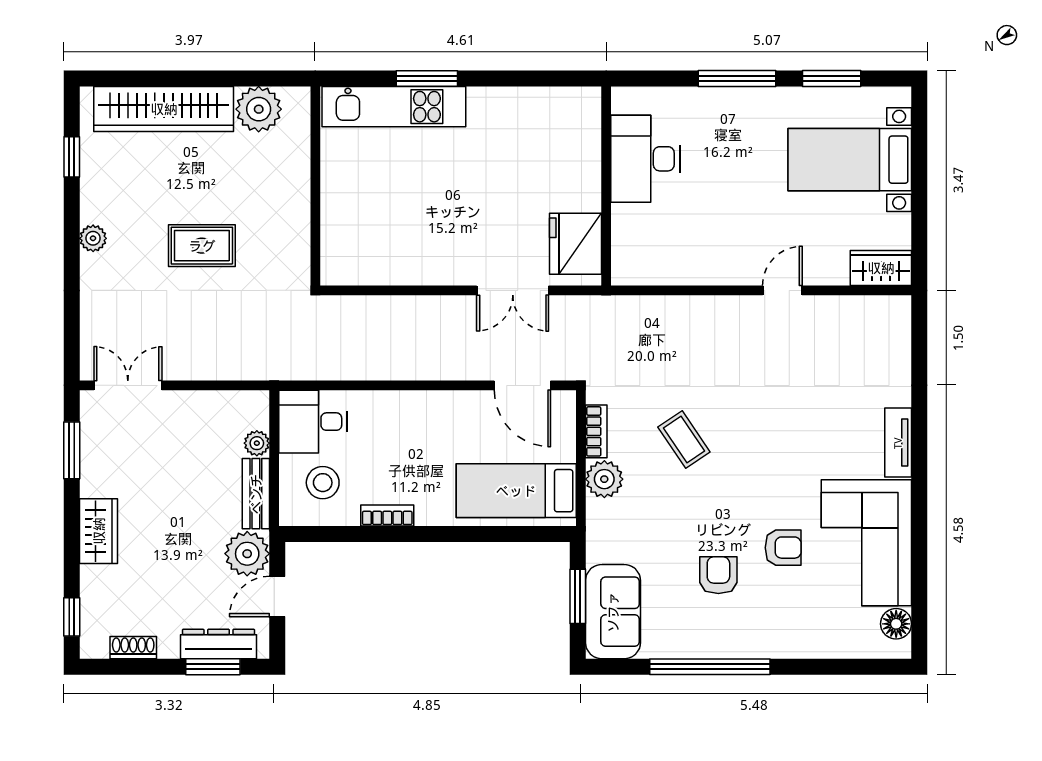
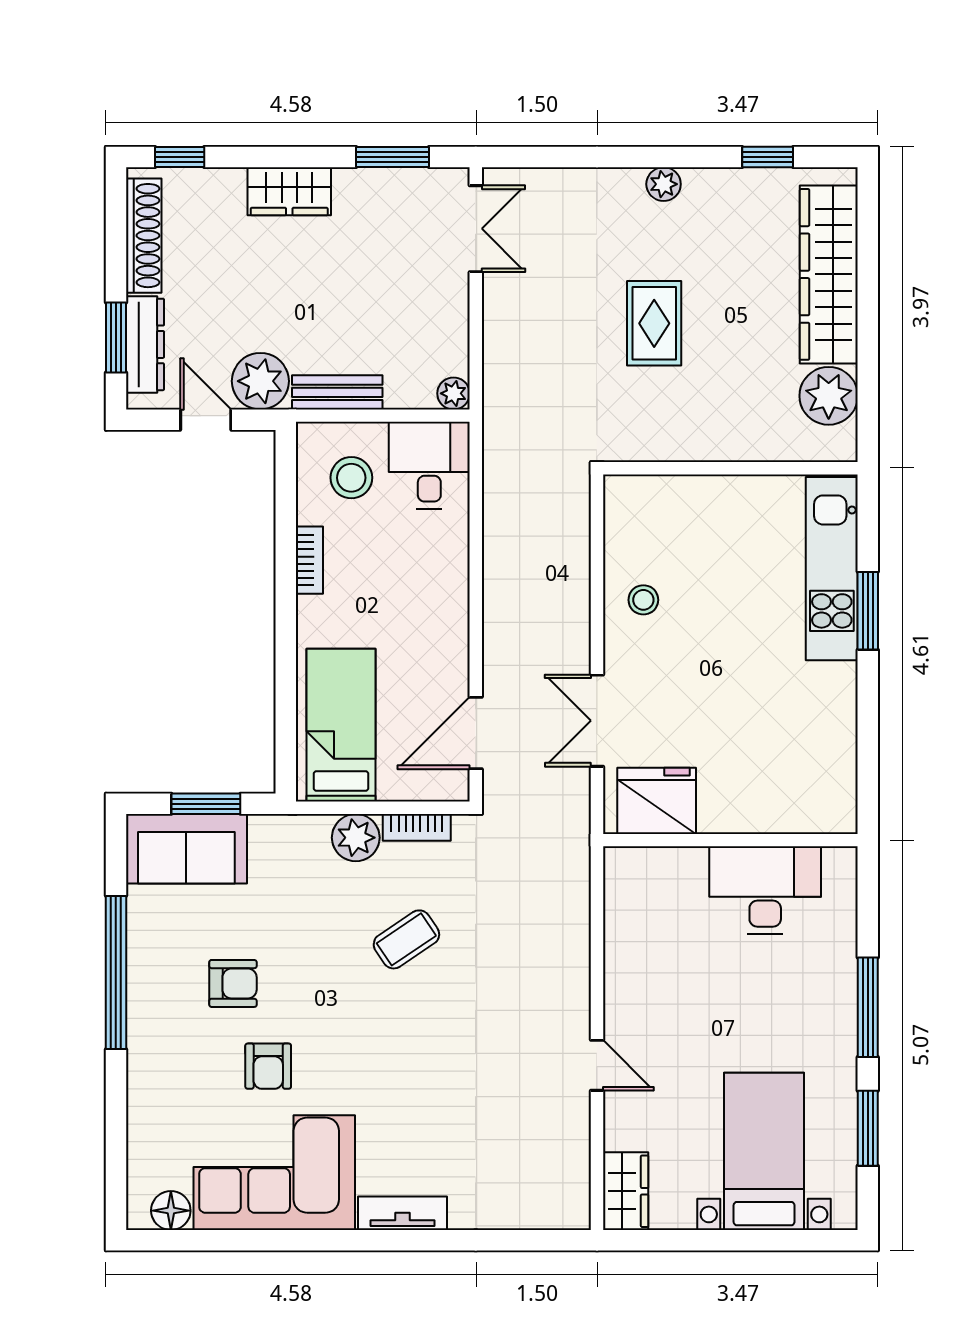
stool: (418, 254) -> (643, 600), added
plant: (257, 443) -> (454, 393), moved
shoe rack: (133, 648) -> (144, 236), width x1.94, depth x1.24

